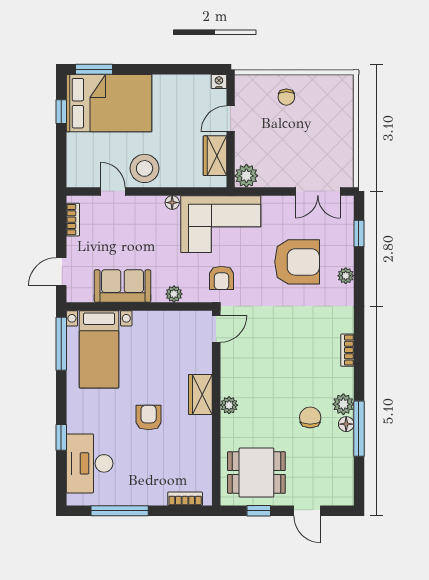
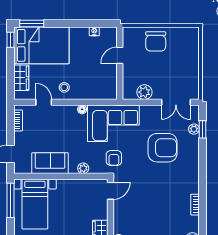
nightstand: (219, 82) -> (94, 31), moved
chair: (286, 97) -> (156, 41), width x1.87, depth x1.87
window: (61, 112) -> (10, 40), moved
wardrobe: (215, 156) -> (21, 78), moved, turned 180
stool: (145, 168) -> (64, 87), width x0.53, depth x0.53
plant: (246, 176) -> (144, 92), moved
plant: (346, 276) -> (194, 129), moved

